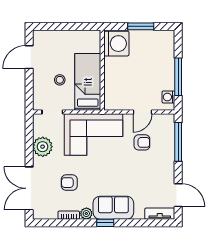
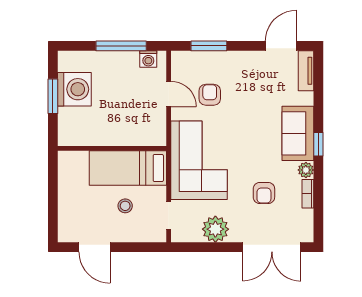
washing machine: (116, 44) -> (74, 89), moved, turned 90
window: (178, 142) -> (209, 46), width x0.69

